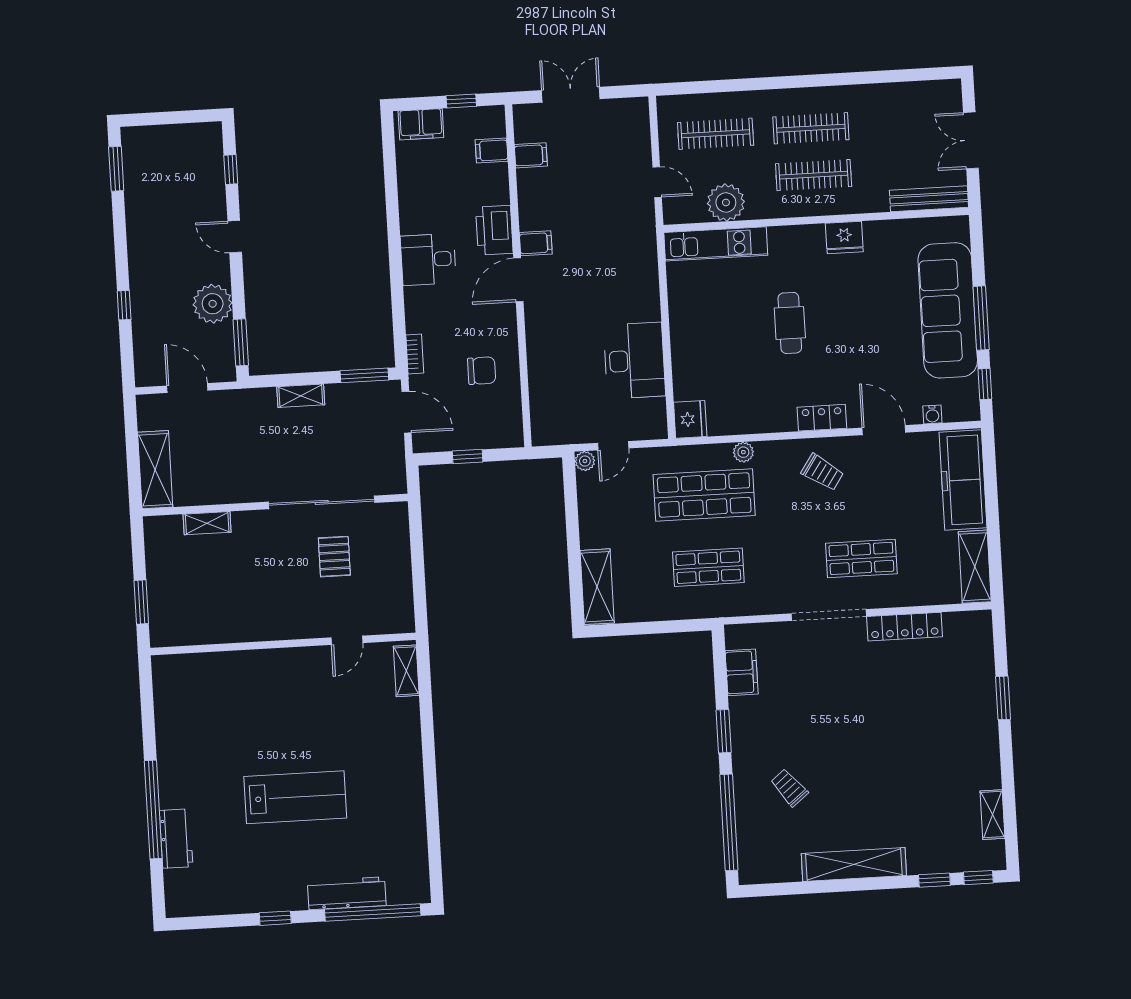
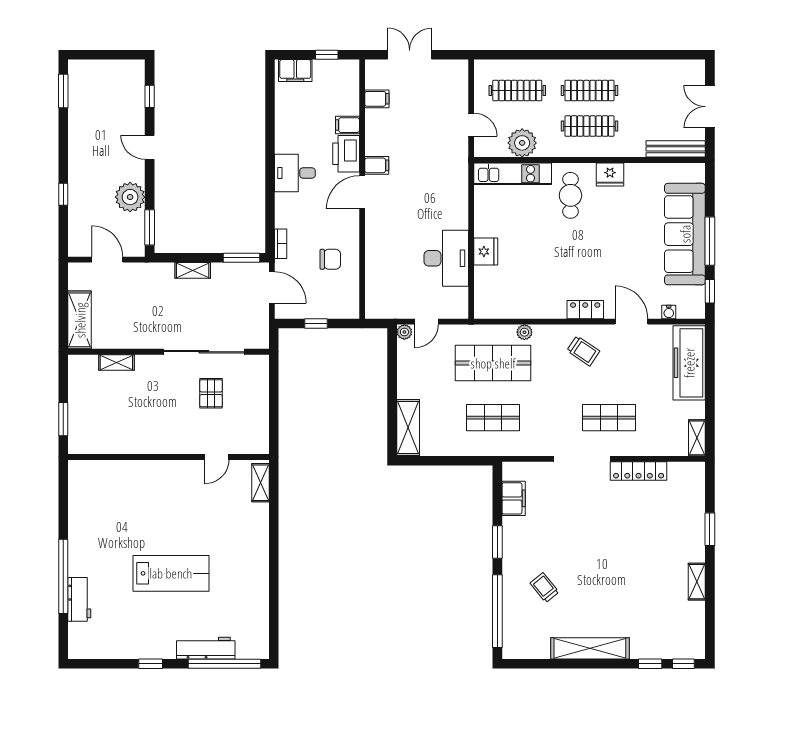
filing cabinet: (492, 151) -> (347, 125), moved
cafe table: (790, 323) -> (570, 195), moved
fridge: (690, 419) -> (486, 252), moved
shelving: (975, 567) -> (697, 438), width x0.67, depth x0.75
shelving: (992, 815) -> (697, 582), moved

